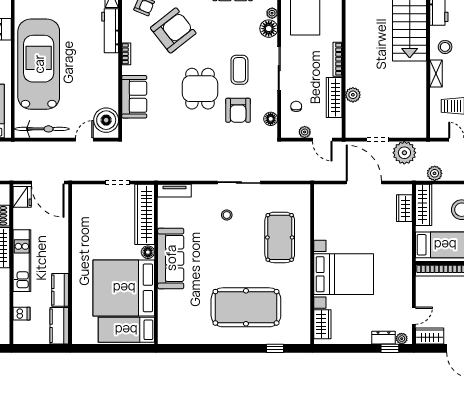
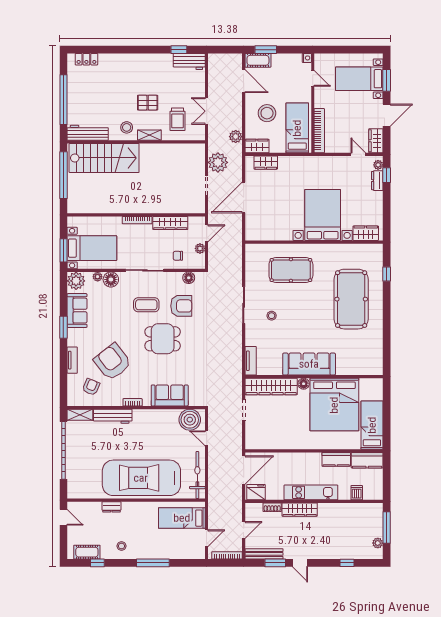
plant: (353, 95) -> (168, 207), removed
wardrobe: (424, 205) -> (257, 146), width x0.67
bed: (126, 330) -> (372, 425), moved, turned 180

